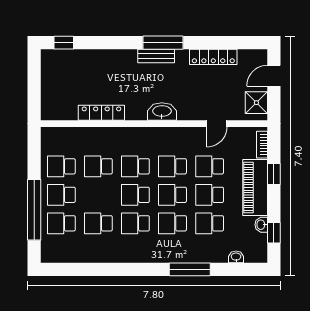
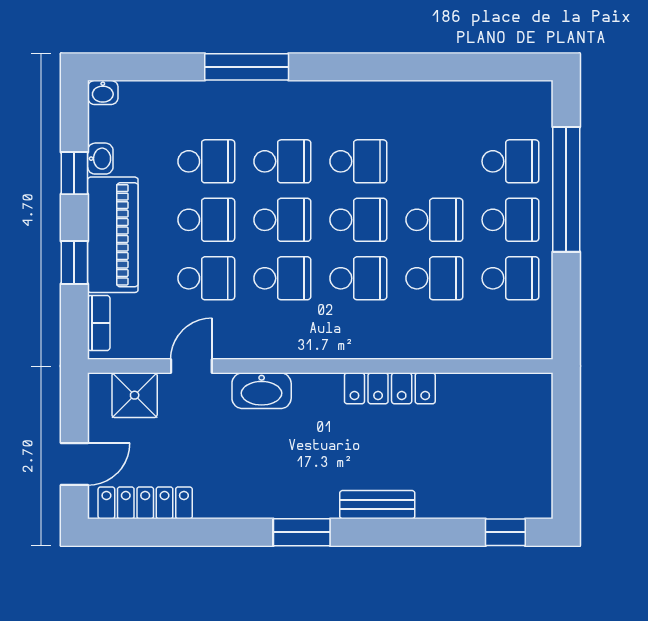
window: (163, 43) -> (302, 532), width x0.69
bench: (156, 56) -> (377, 505), moved
locker: (213, 57) -> (145, 503), moved
shower: (256, 103) -> (135, 395), moved
washbasin: (162, 112) -> (262, 391), moved
locker: (101, 113) -> (390, 388), moved
school desk: (98, 223) -> (434, 220), moved
window: (274, 233) -> (74, 173), moved
washbasin: (236, 257) -> (103, 92), moved

